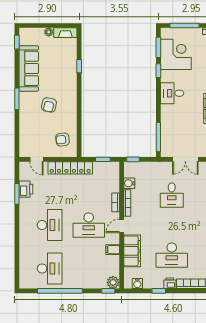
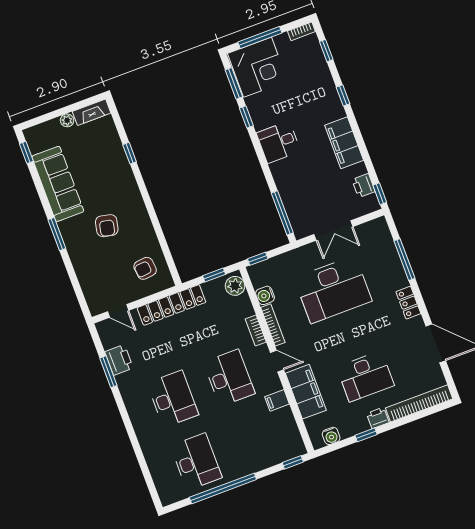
corner desk: (176, 54) -> (258, 67), moved, turned 90
desk: (172, 195) -> (333, 289), width x1.87, depth x1.30
desk: (89, 225) -> (229, 378), turned -90
door: (122, 226) -> (277, 361), swing flipped
plant: (113, 282) -> (235, 286), moved

